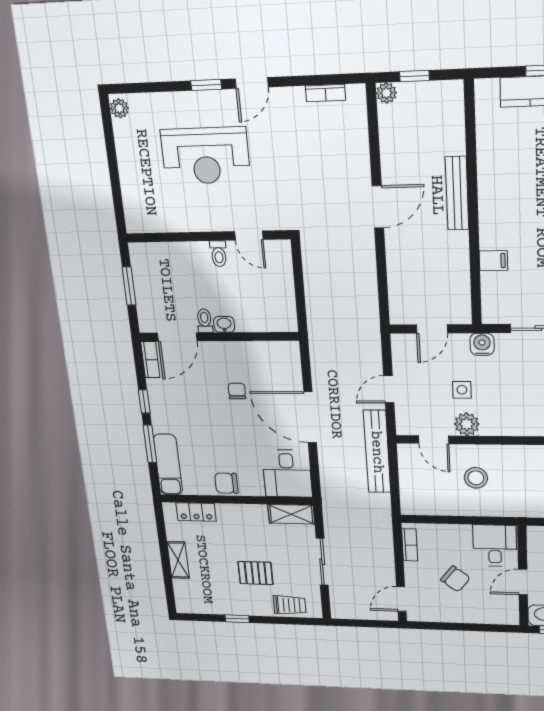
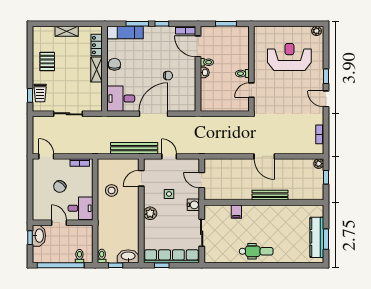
reception desk: (206, 156) -> (289, 57), moved, turned 90
plant: (467, 424) -> (150, 213), moved
stool: (476, 478) -> (112, 190), moved
shelving: (291, 514) -> (97, 70), moved
pallet: (255, 573) -> (47, 61), moved
window: (237, 619) -> (30, 95), moved

